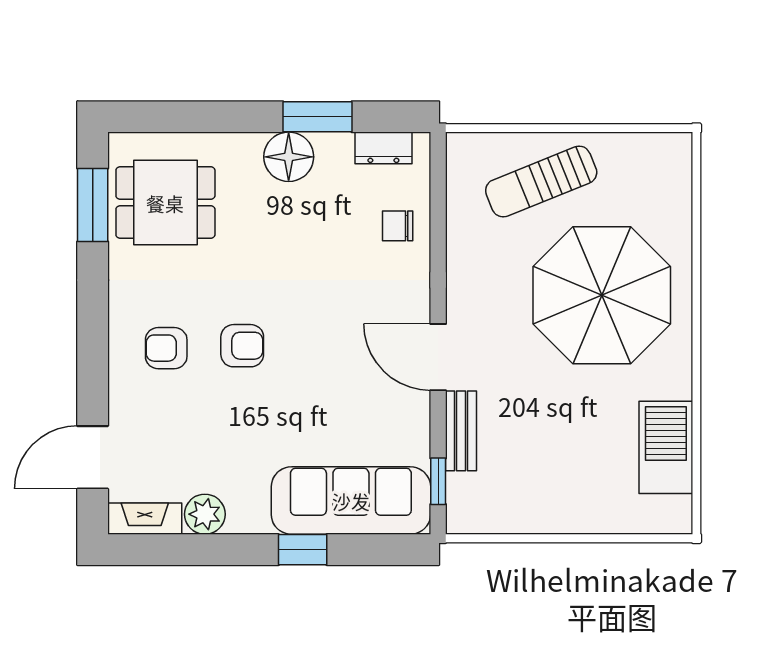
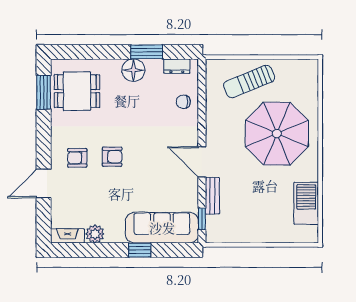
door: (93, 457) -> (44, 184), moved

